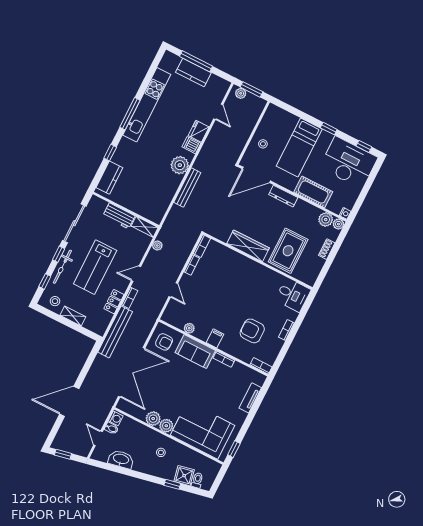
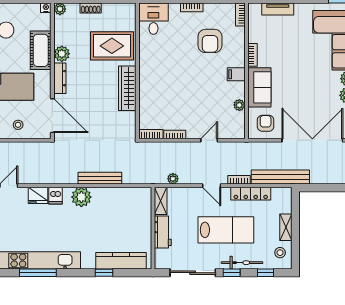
window: (130, 114) -> (38, 273), moved
kitchen counter: (109, 178) -> (121, 261), width x1.50
plant: (326, 219) -> (62, 54), moved
locker: (114, 302) -> (251, 194), width x1.53

